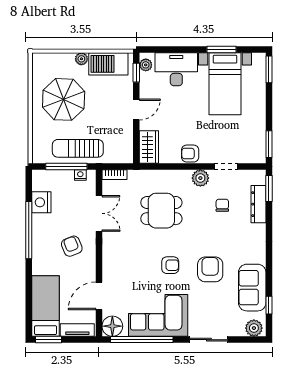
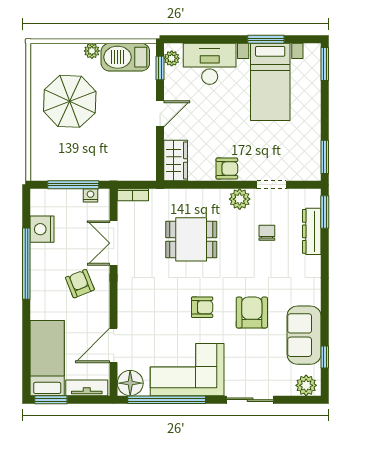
sun lounger: (78, 148) -> (87, 162), removed
armchair: (190, 154) -> (227, 169), turned 180
double door: (99, 213) -> (114, 243), swing flipped

